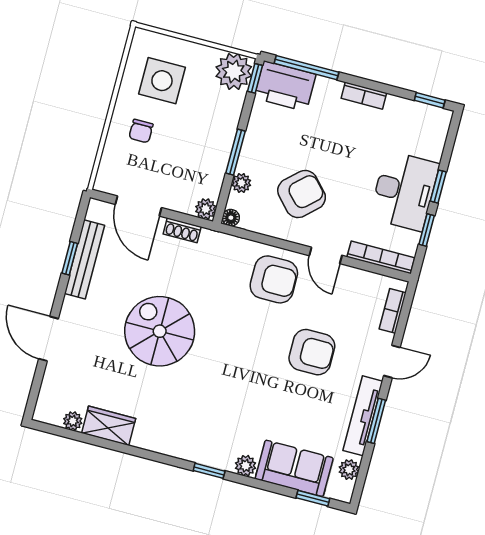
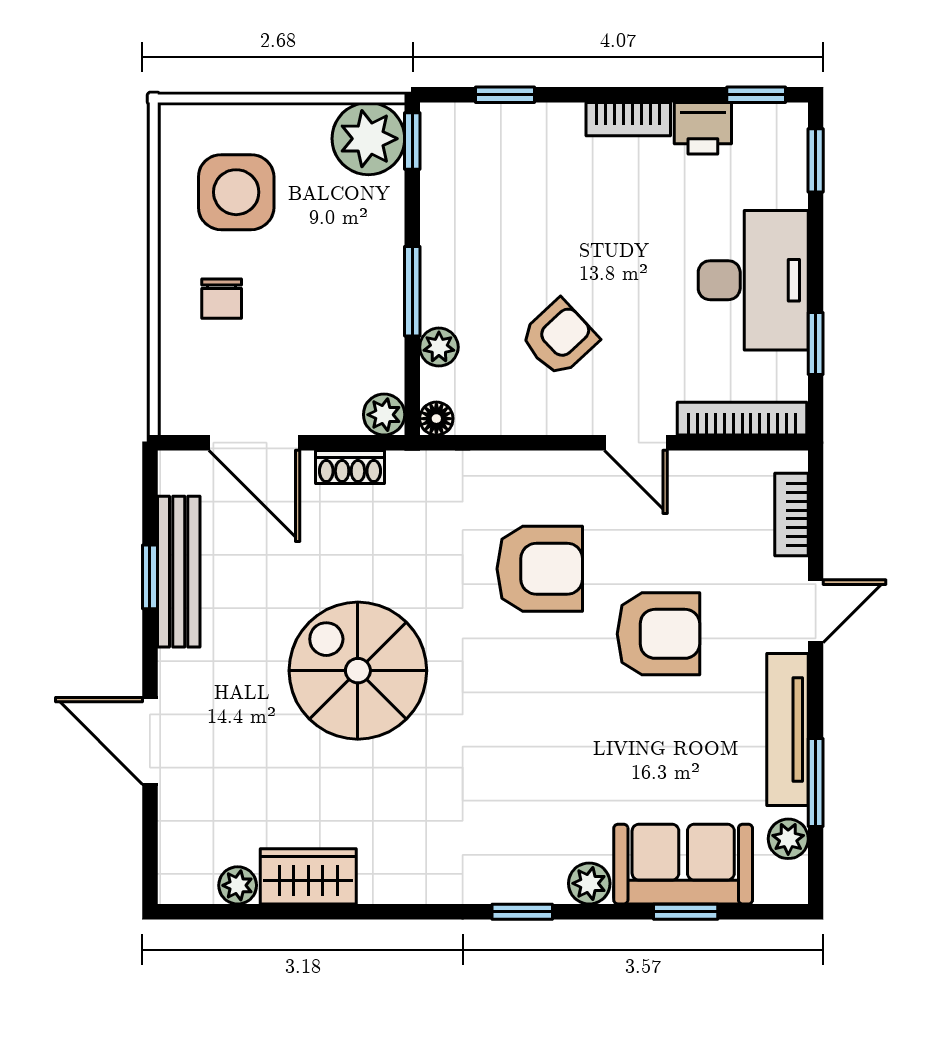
window: (307, 68) -> (505, 95), width x0.46
printer: (285, 86) -> (703, 128), moved, width x0.53, depth x0.68
window: (438, 187) -> (816, 160), moved
armchair: (302, 194) -> (559, 338), width x0.72, depth x0.72
armchair: (274, 279) -> (540, 569), moved
window: (376, 421) -> (816, 783), moved
window: (313, 498) -> (686, 912), moved

